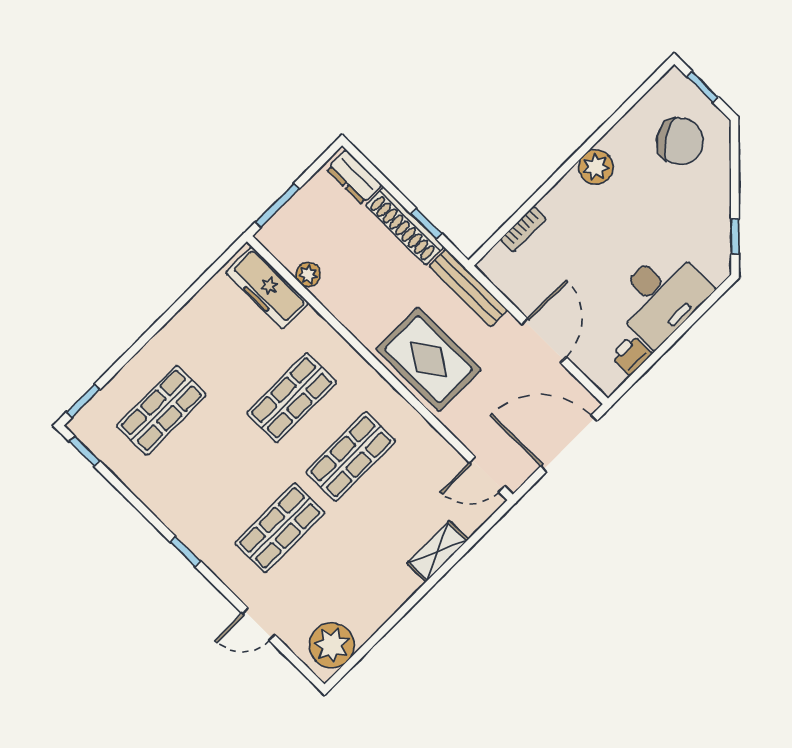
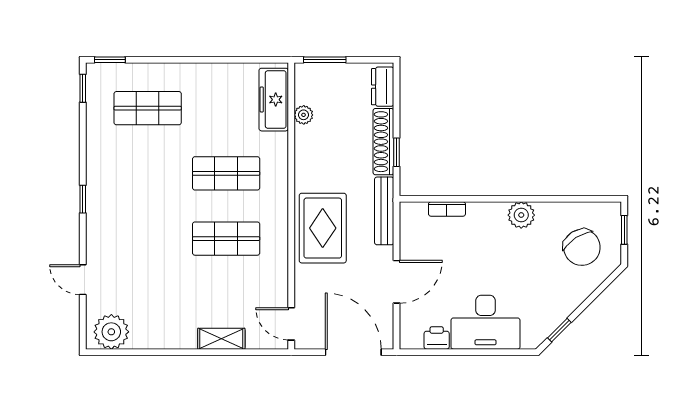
shop shelf: (280, 528) -> (148, 239), removed

